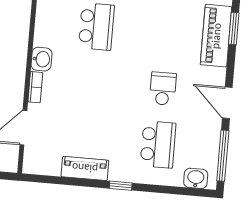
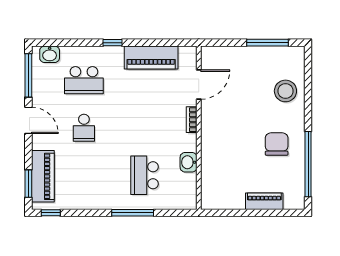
washbasin: (41, 59) -> (189, 162), moved
school desk: (158, 144) -> (84, 80), turned -90
piano: (85, 168) -> (151, 57), width x1.37, depth x1.33

